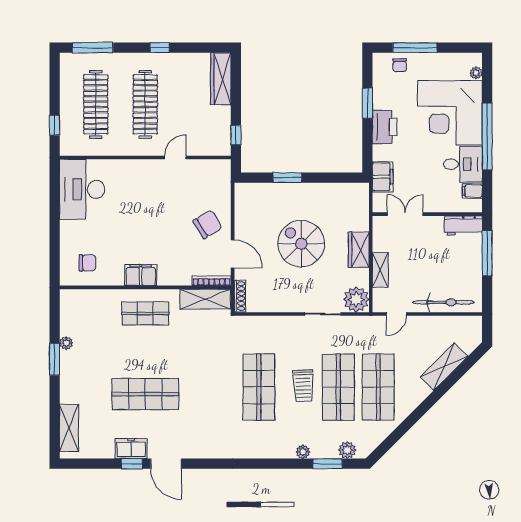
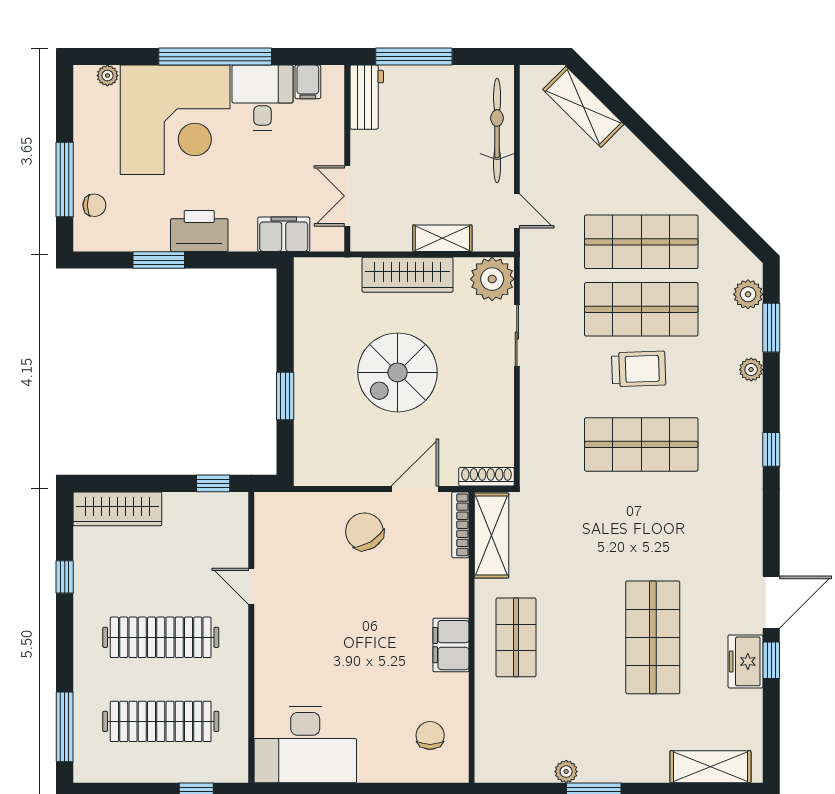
window: (160, 48) -> (65, 577), moved
wardrobe: (359, 250) -> (408, 275), width x1.50
shelving: (444, 367) -> (583, 107), moved
window: (256, 464) -> (771, 449), added

